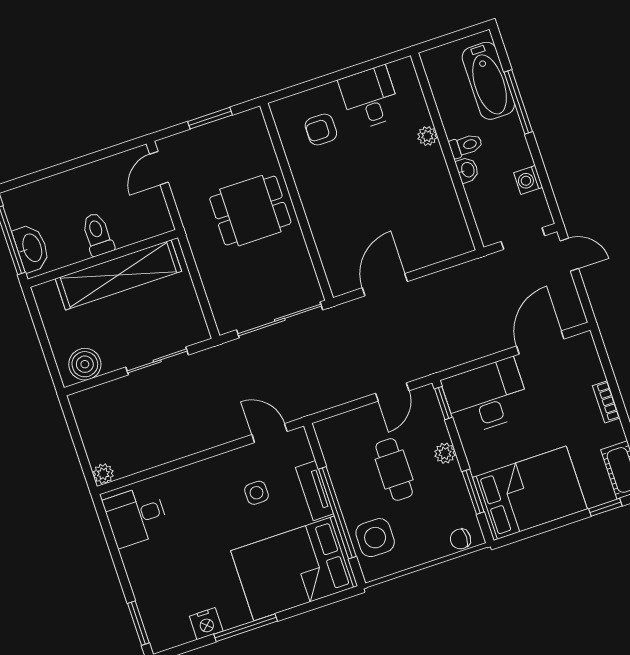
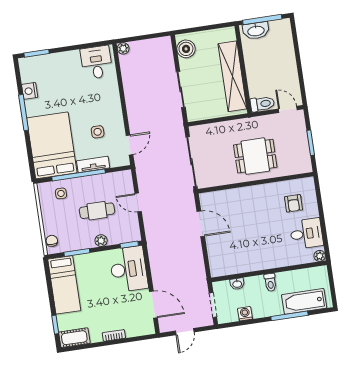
armchair: (321, 129) -> (293, 203), turned 180
plant: (427, 136) -> (320, 256), moved
washbasin: (467, 170) -> (237, 284), moved
dining table: (250, 211) -> (255, 156), turned 90
toilet: (98, 234) -> (262, 104), moved
door: (569, 255) -> (185, 332), moved
door: (392, 392) -> (138, 202), moved
bed: (530, 493) -> (64, 285), width x0.67
side table: (375, 538) -> (61, 193), width x0.54, depth x0.54

